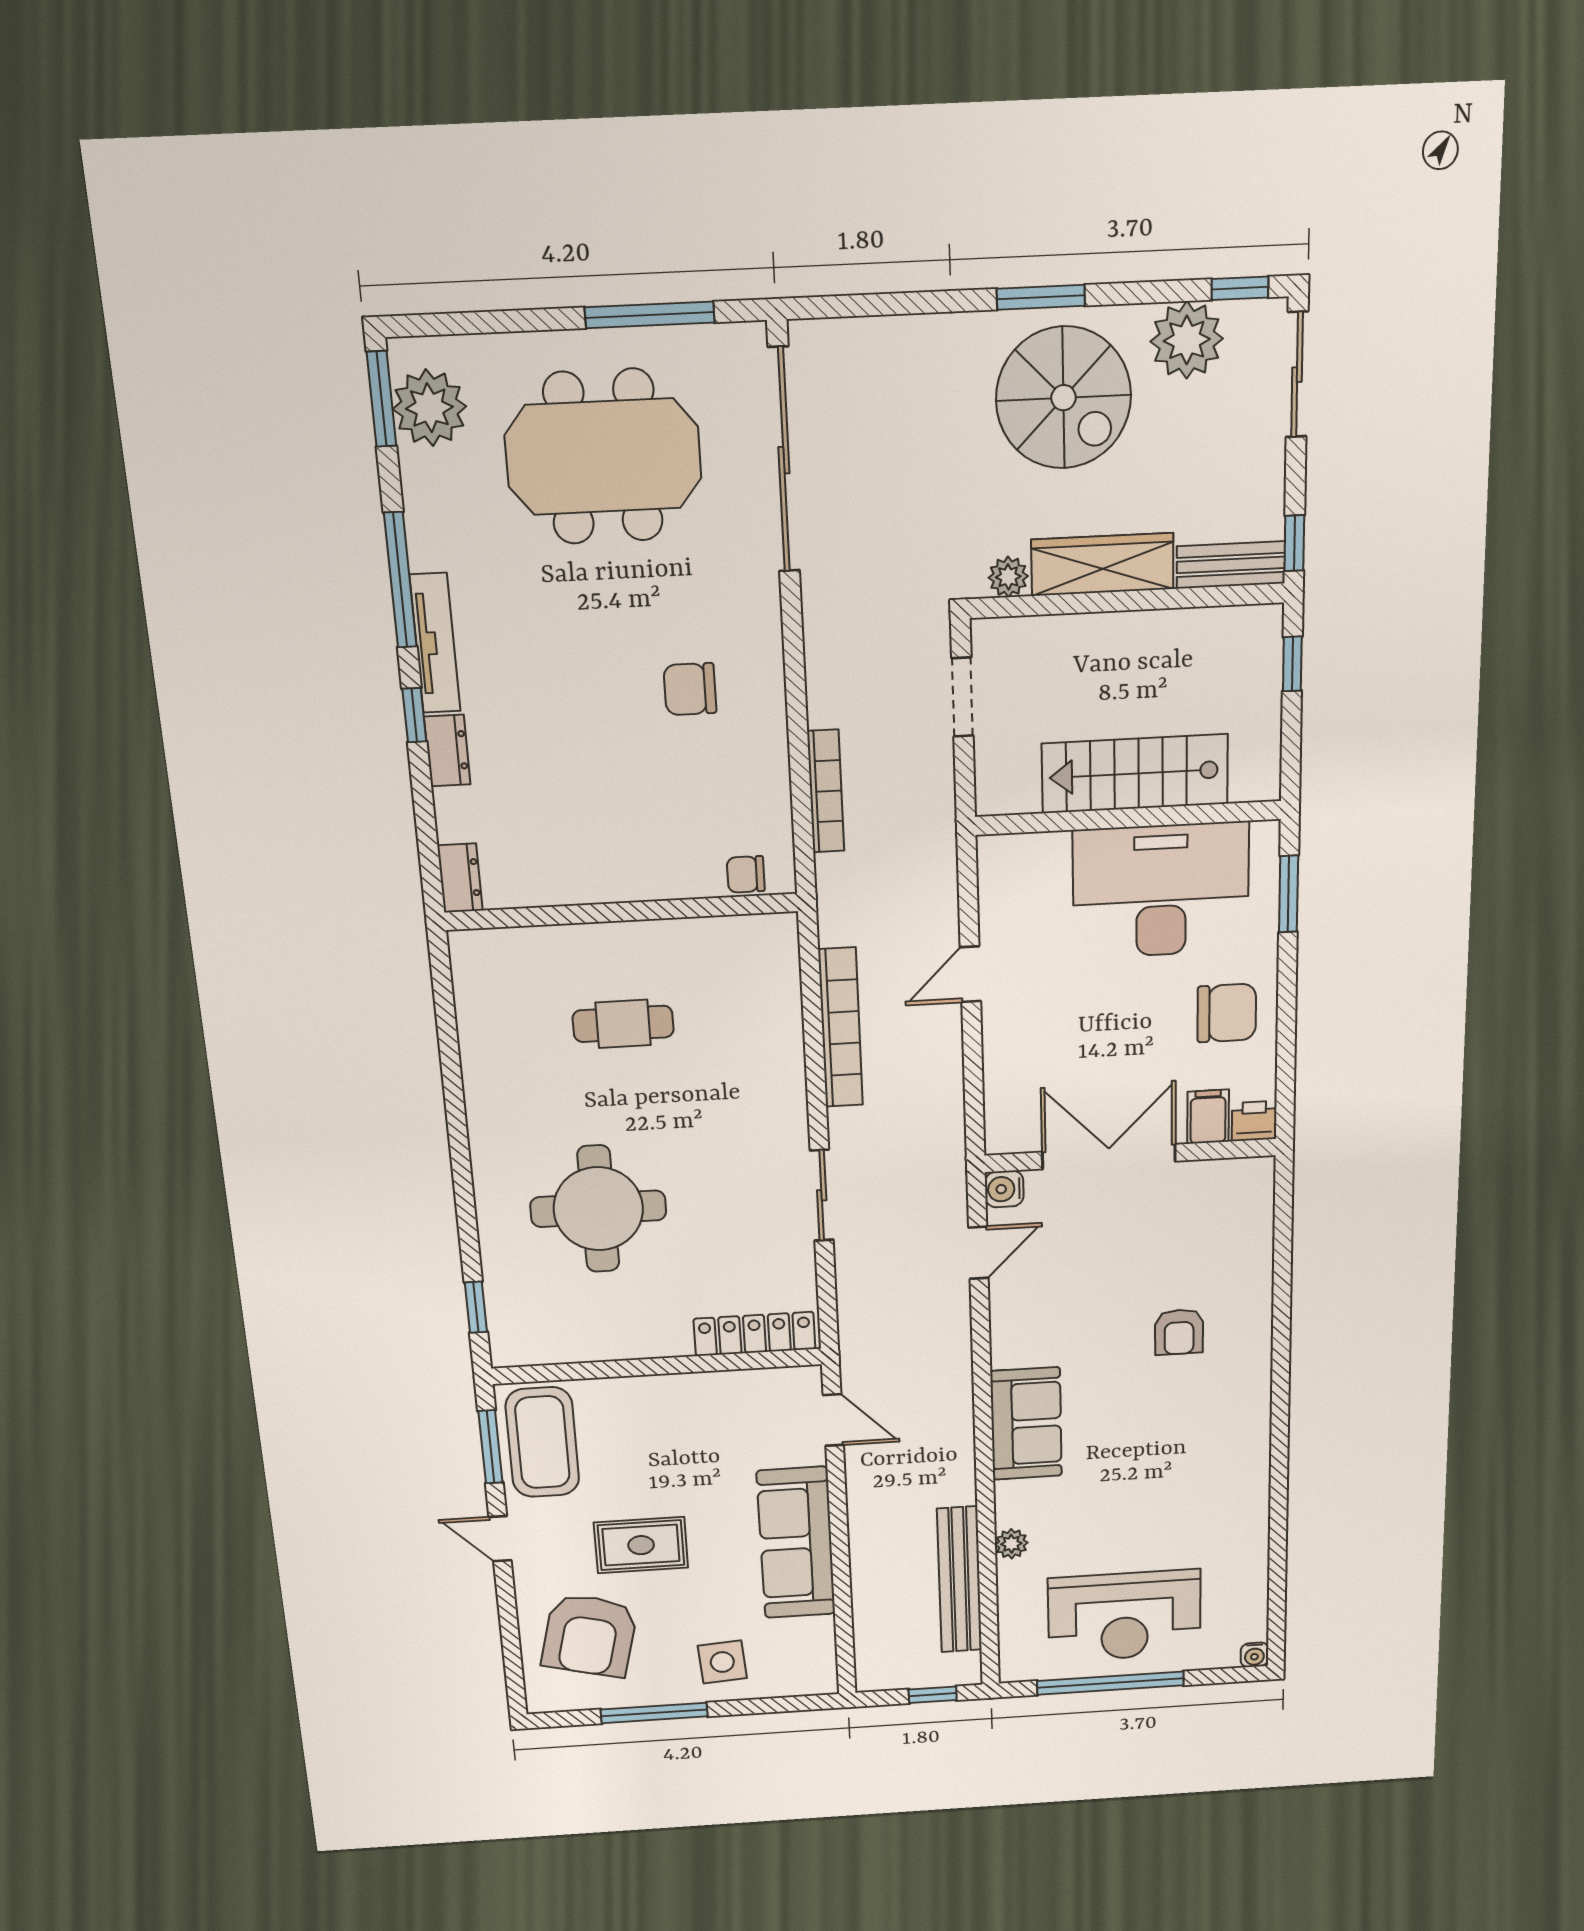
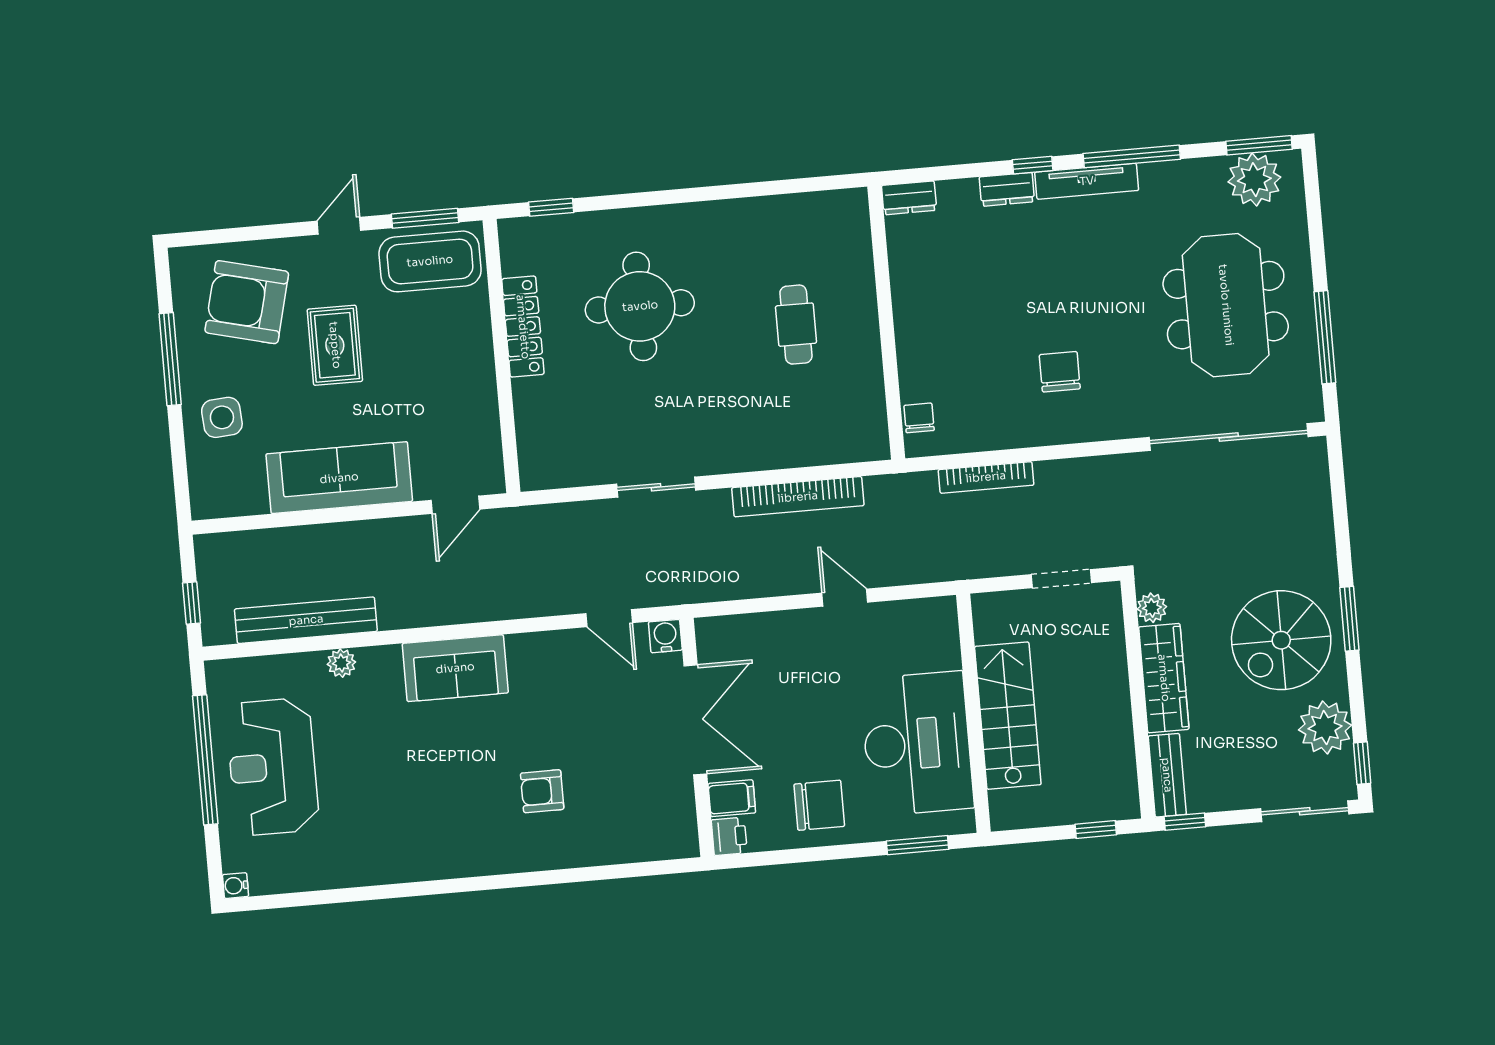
chair: (1227, 1013) -> (819, 805), turned -90
locker: (755, 1334) -> (523, 327), moved

